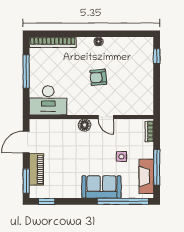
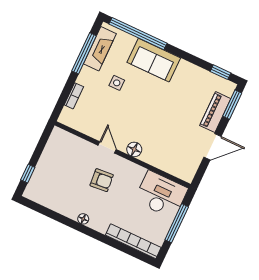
desk: (48, 100) -> (161, 195), moved
wall: (91, 117) -> (123, 155), moved
door: (106, 117) -> (107, 147), moved
floor lamp: (85, 125) -> (134, 149), moved

